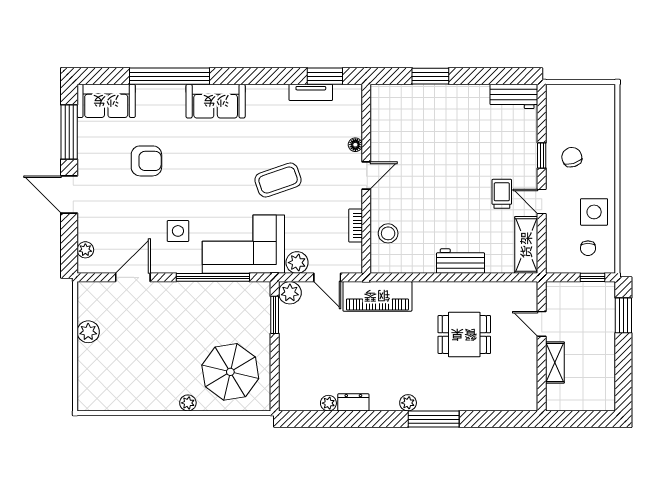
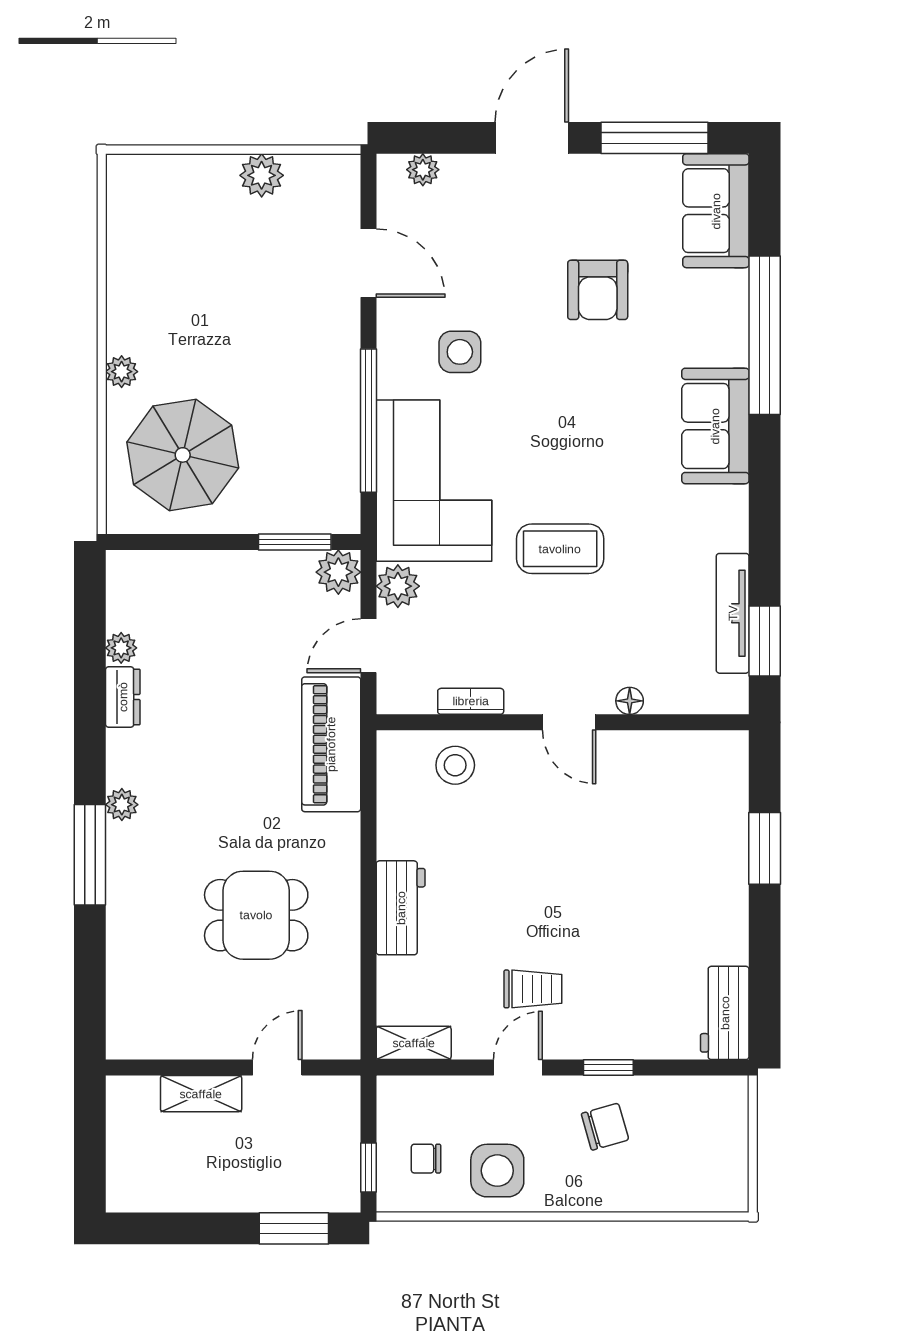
tv unit: (311, 92) -> (733, 613), width x1.41
coffee table: (278, 180) -> (560, 549), turned -71
shelving: (526, 245) -> (414, 1043), width x0.67, depth x0.75
dining table: (464, 335) -> (256, 915), turned 90

